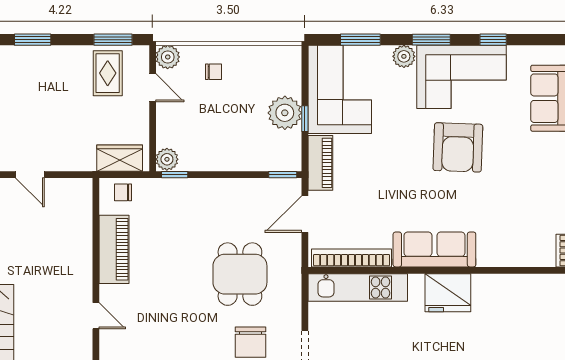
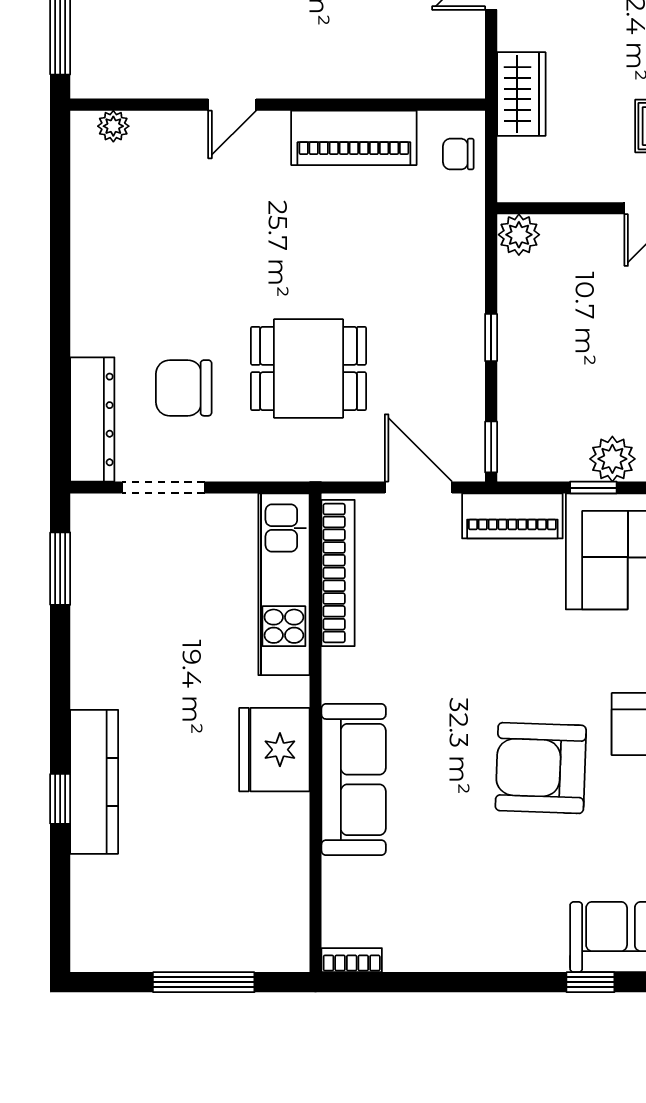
plant: (285, 113) -> (612, 459), width x0.73, depth x0.73
wardrobe: (120, 158) -> (521, 94), moved
window: (175, 175) -> (491, 338), moved
chair: (123, 192) -> (458, 154), turned -90
sofa: (434, 249) -> (354, 780), moved

